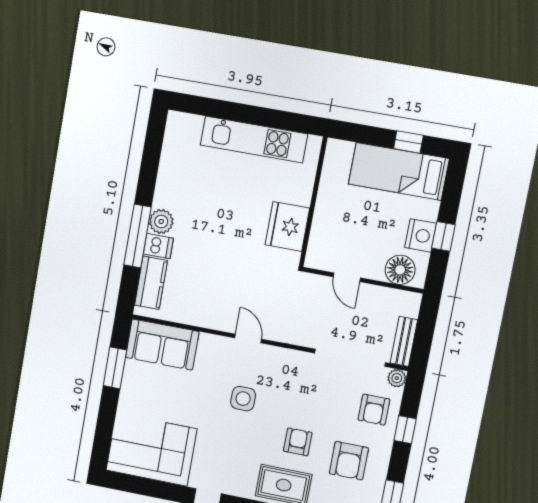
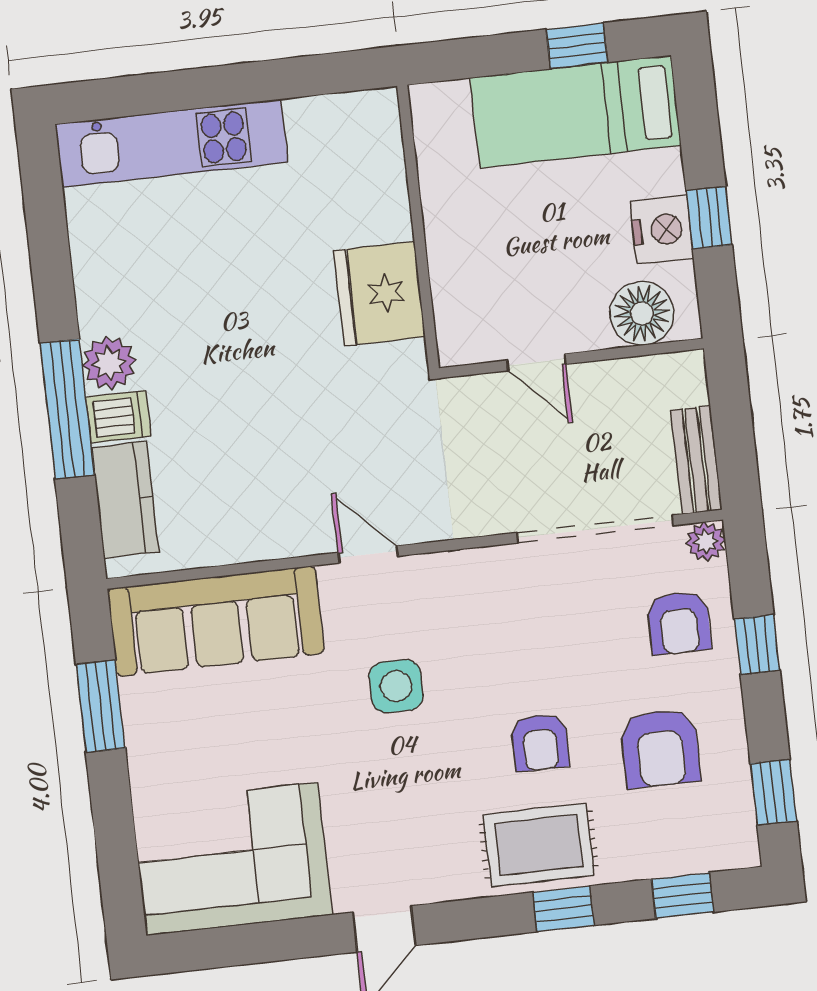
kitchen unit: (254, 139) -> (172, 143), moved
sofa: (162, 345) -> (216, 621), width x1.36
armchair: (298, 442) -> (540, 742), turned 180

